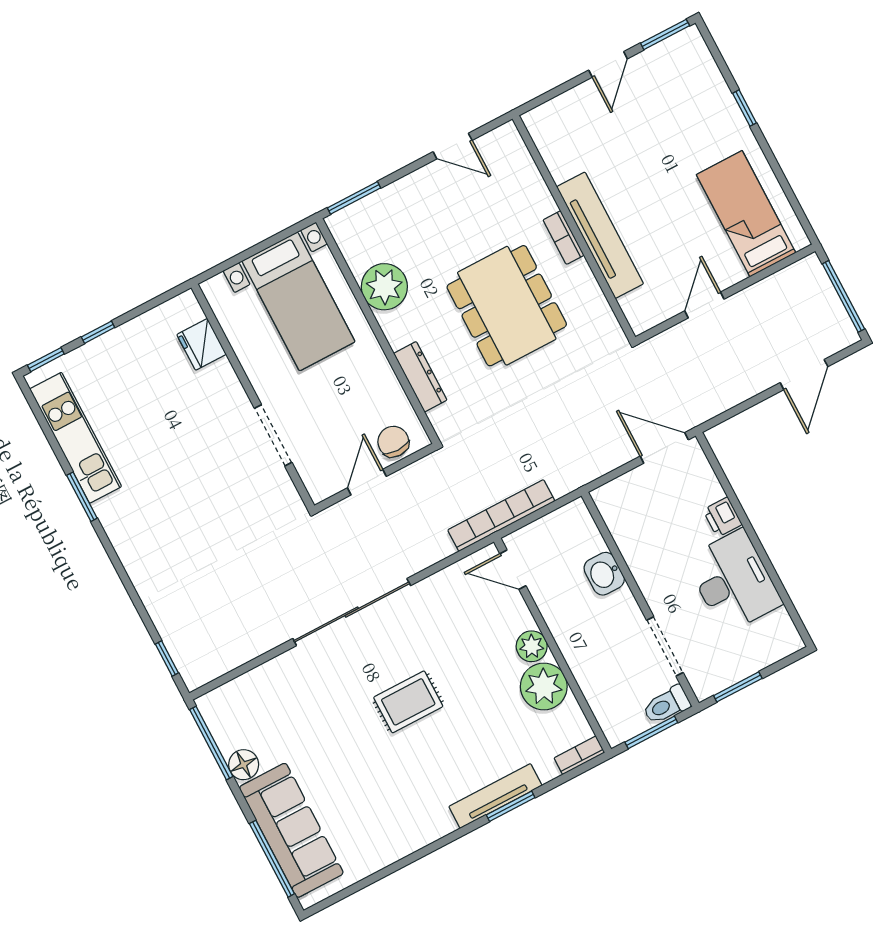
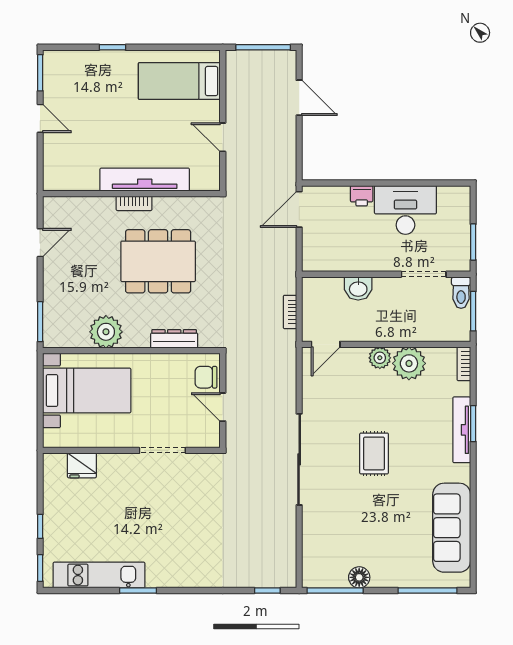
bookcase: (501, 516) -> (290, 312), width x0.43, depth x0.76
sofa: (291, 830) -> (452, 528), moved, turned -90

